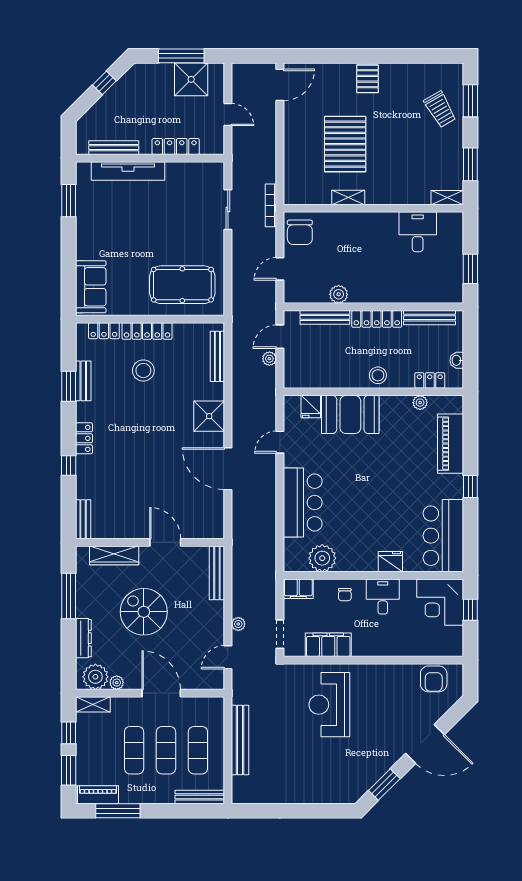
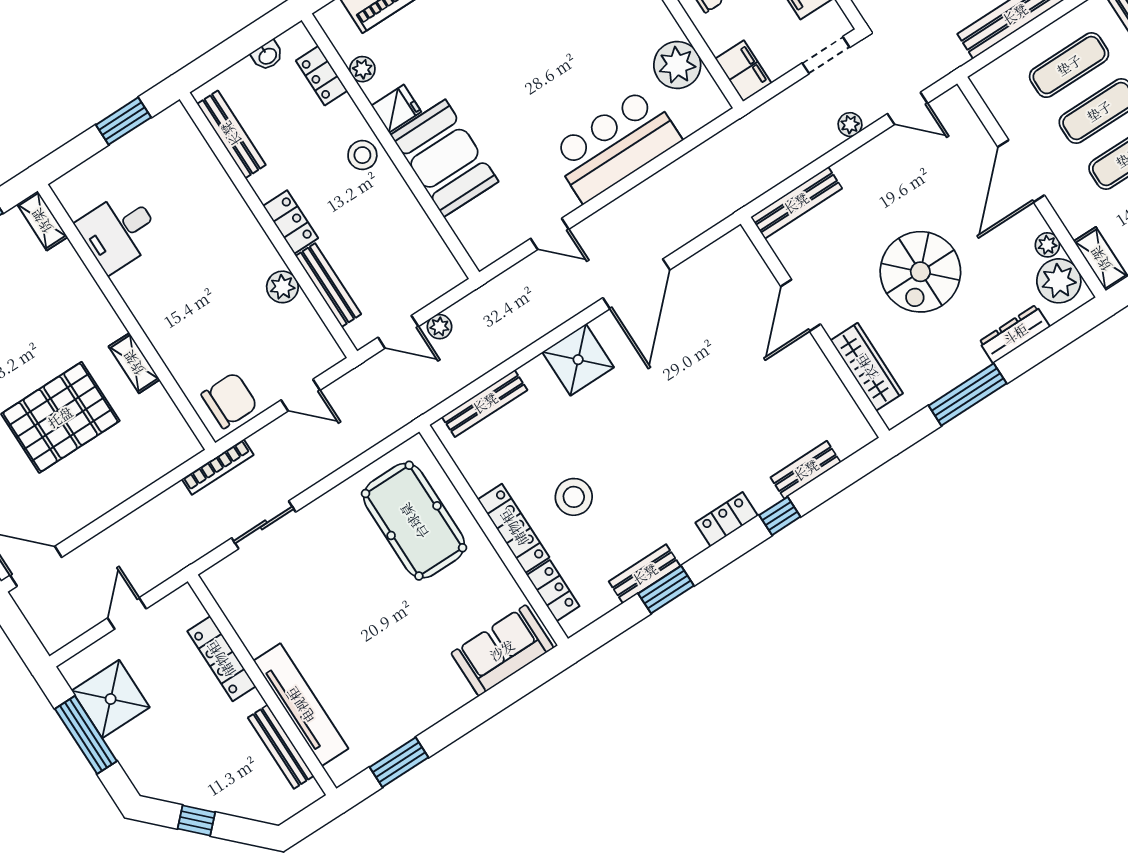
locker: (377, 319) -> (291, 222), width x0.66
fridge: (311, 407) -> (396, 109), moved
bench: (83, 519) -> (806, 470), moved

